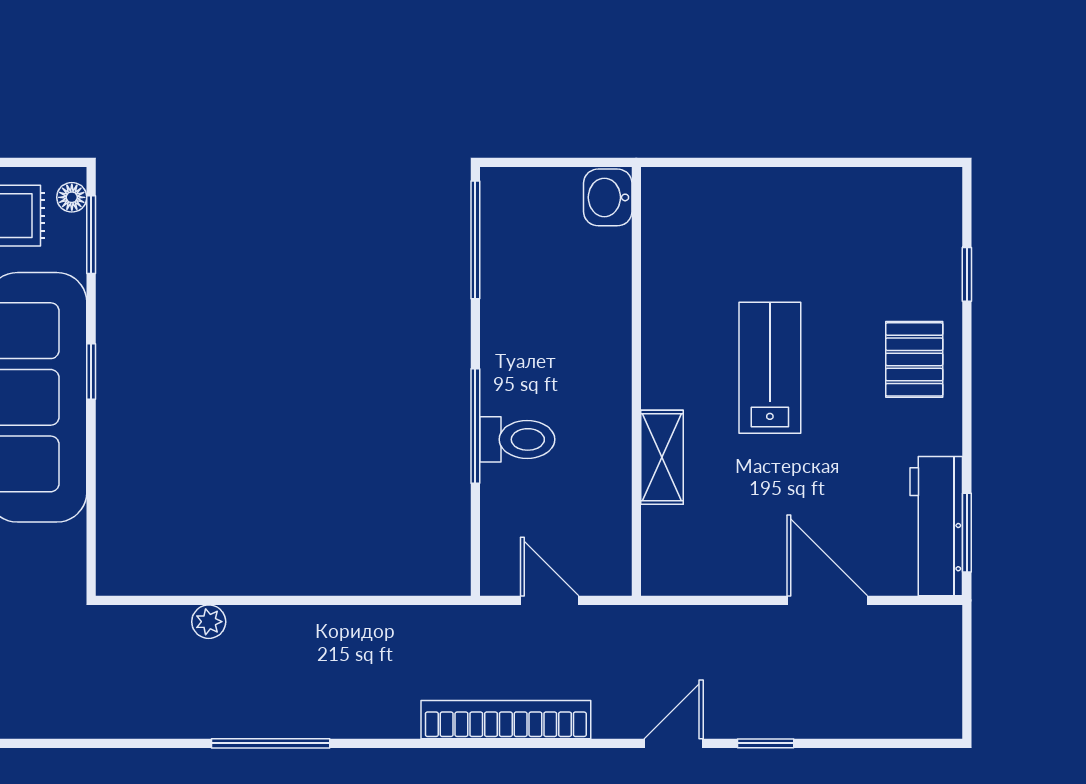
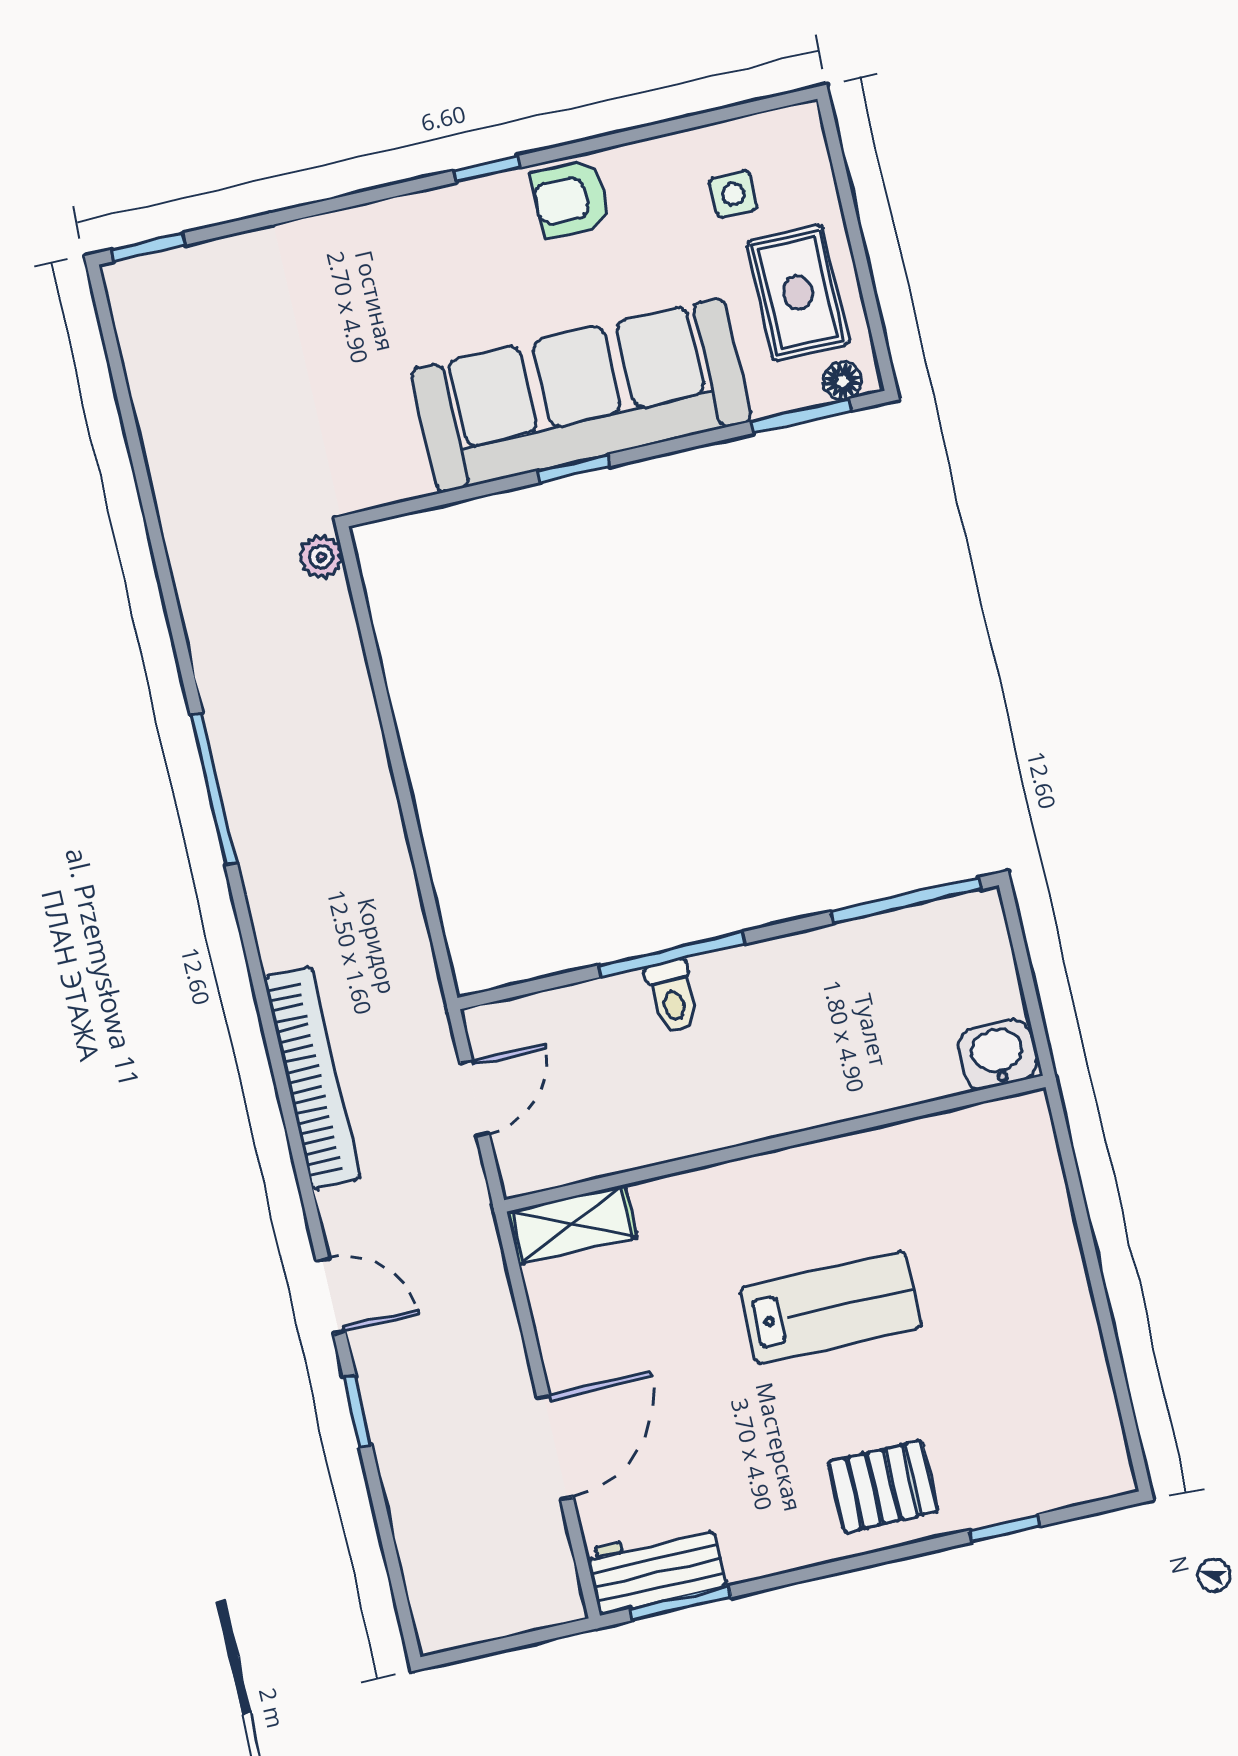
window: (91, 371) -> (574, 469), moved
toilet: (517, 439) -> (672, 996), width x0.73, depth x0.72
shelving: (662, 457) -> (572, 1224), moved
workbench: (936, 526) -> (656, 1568), width x0.73
plant: (209, 622) -> (321, 557), moved

